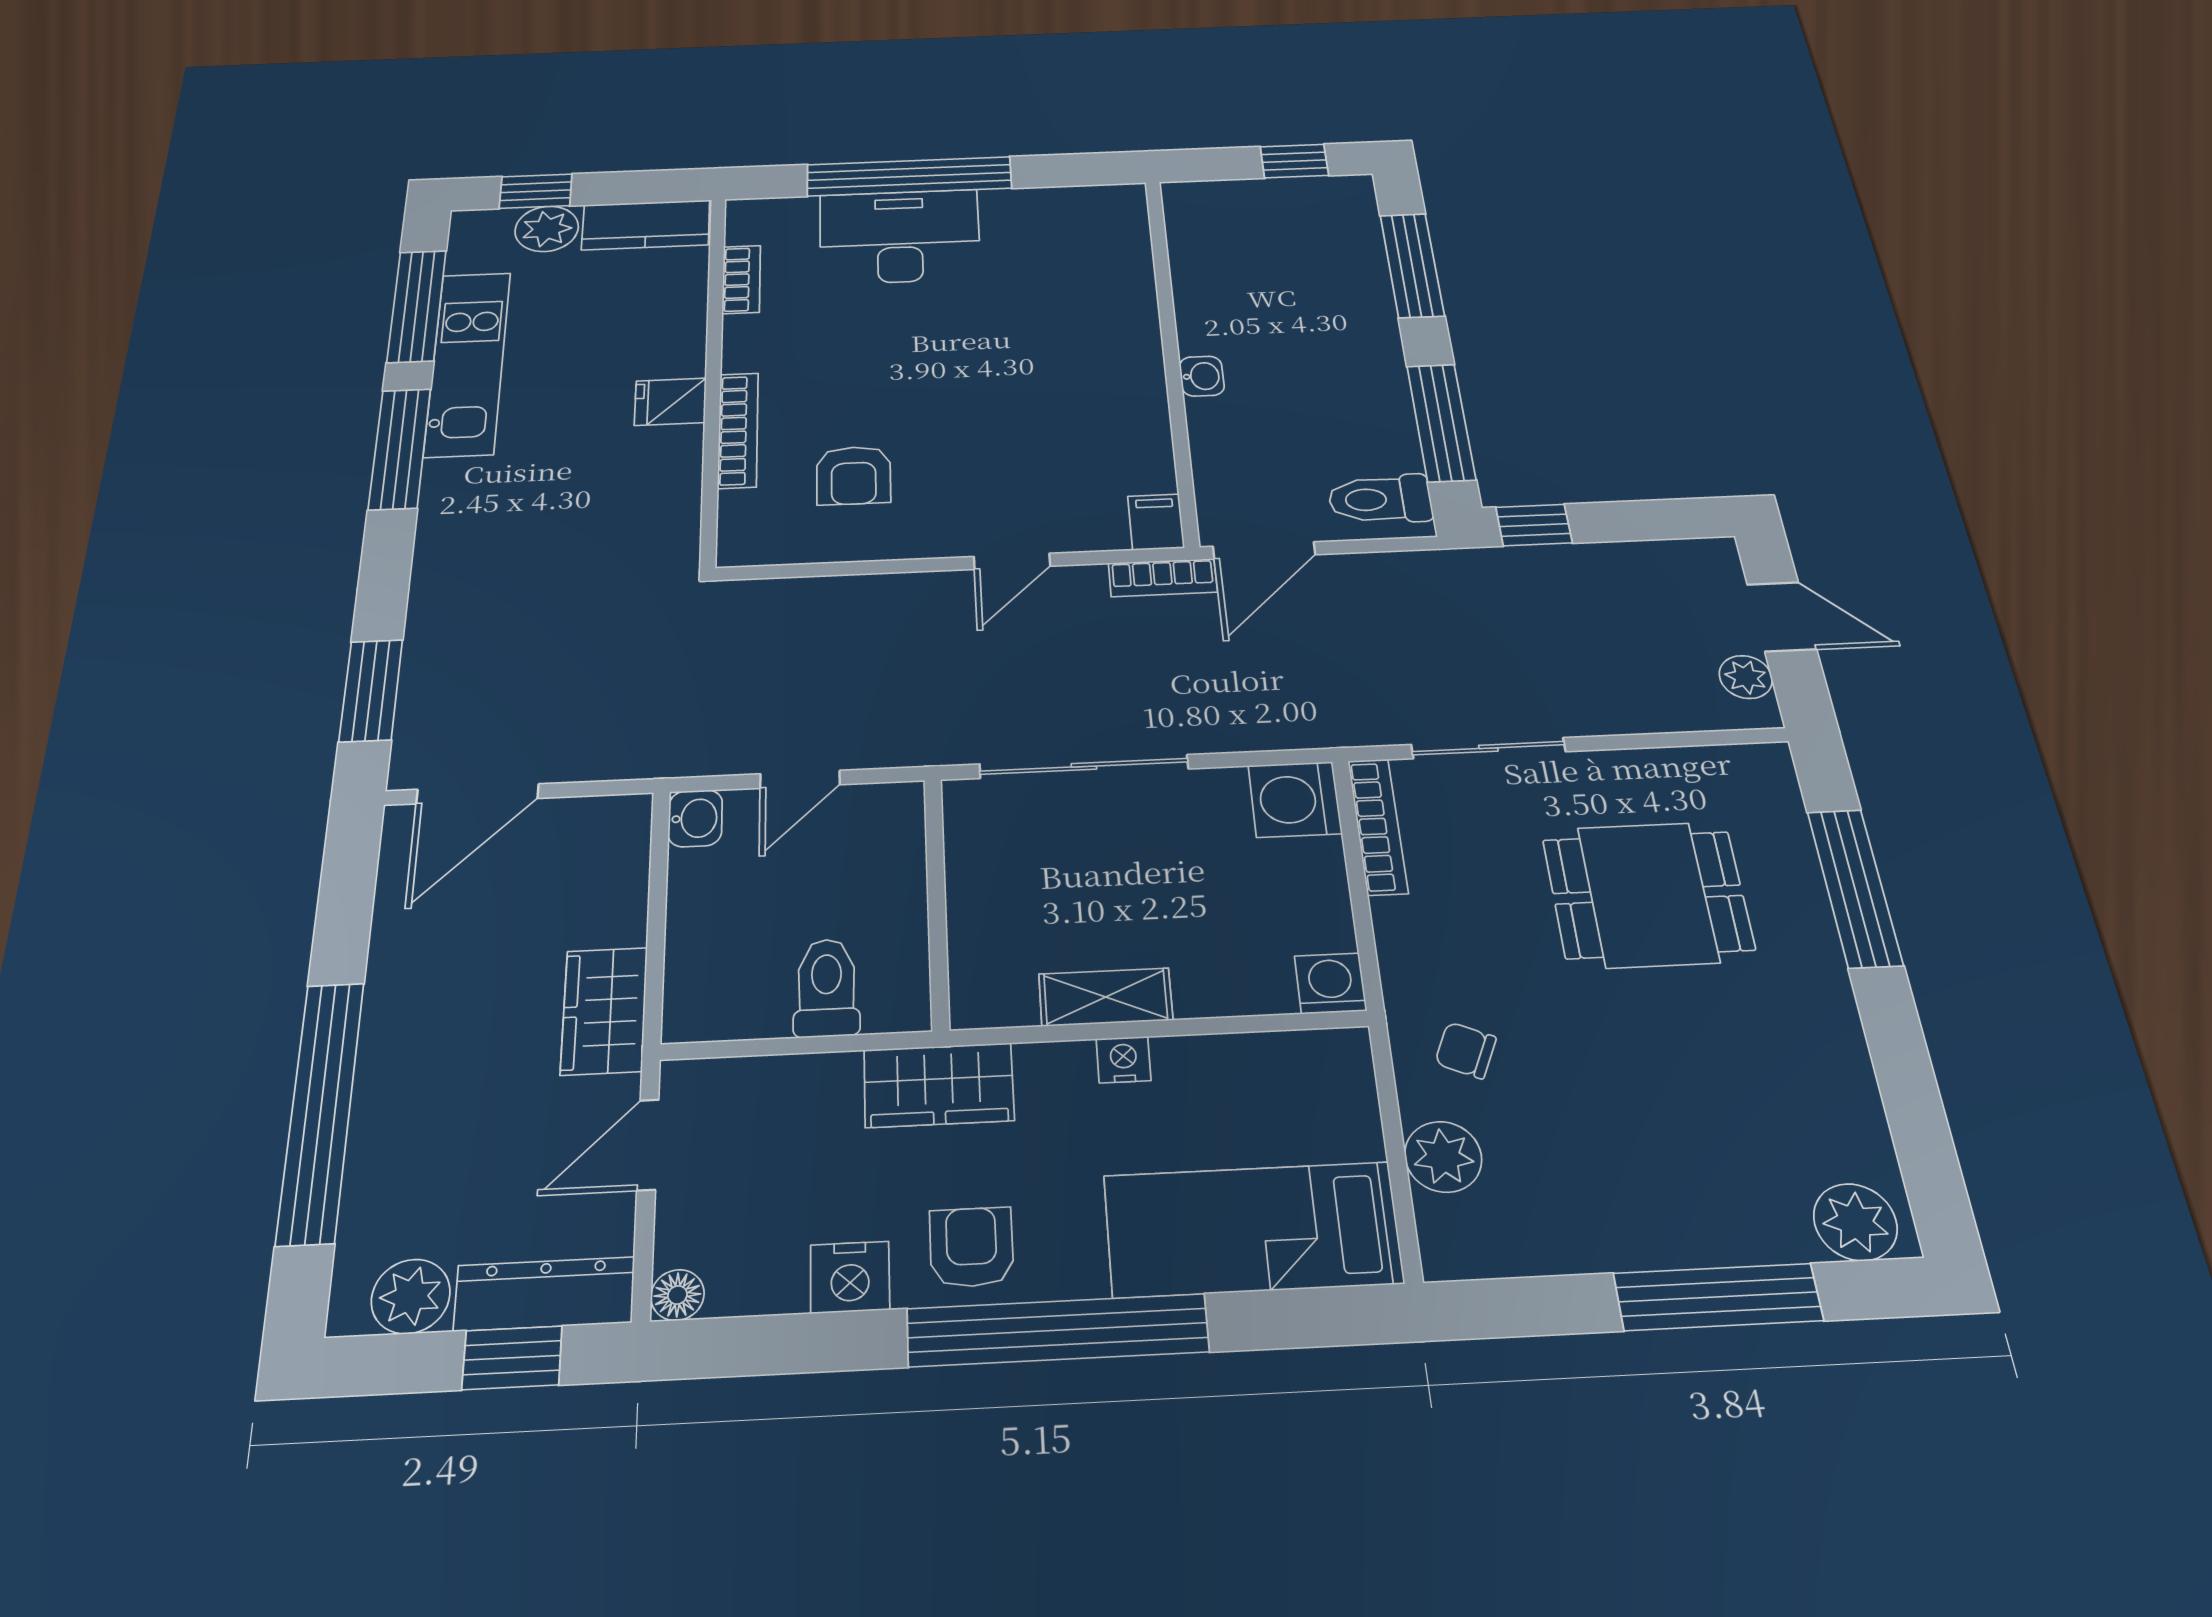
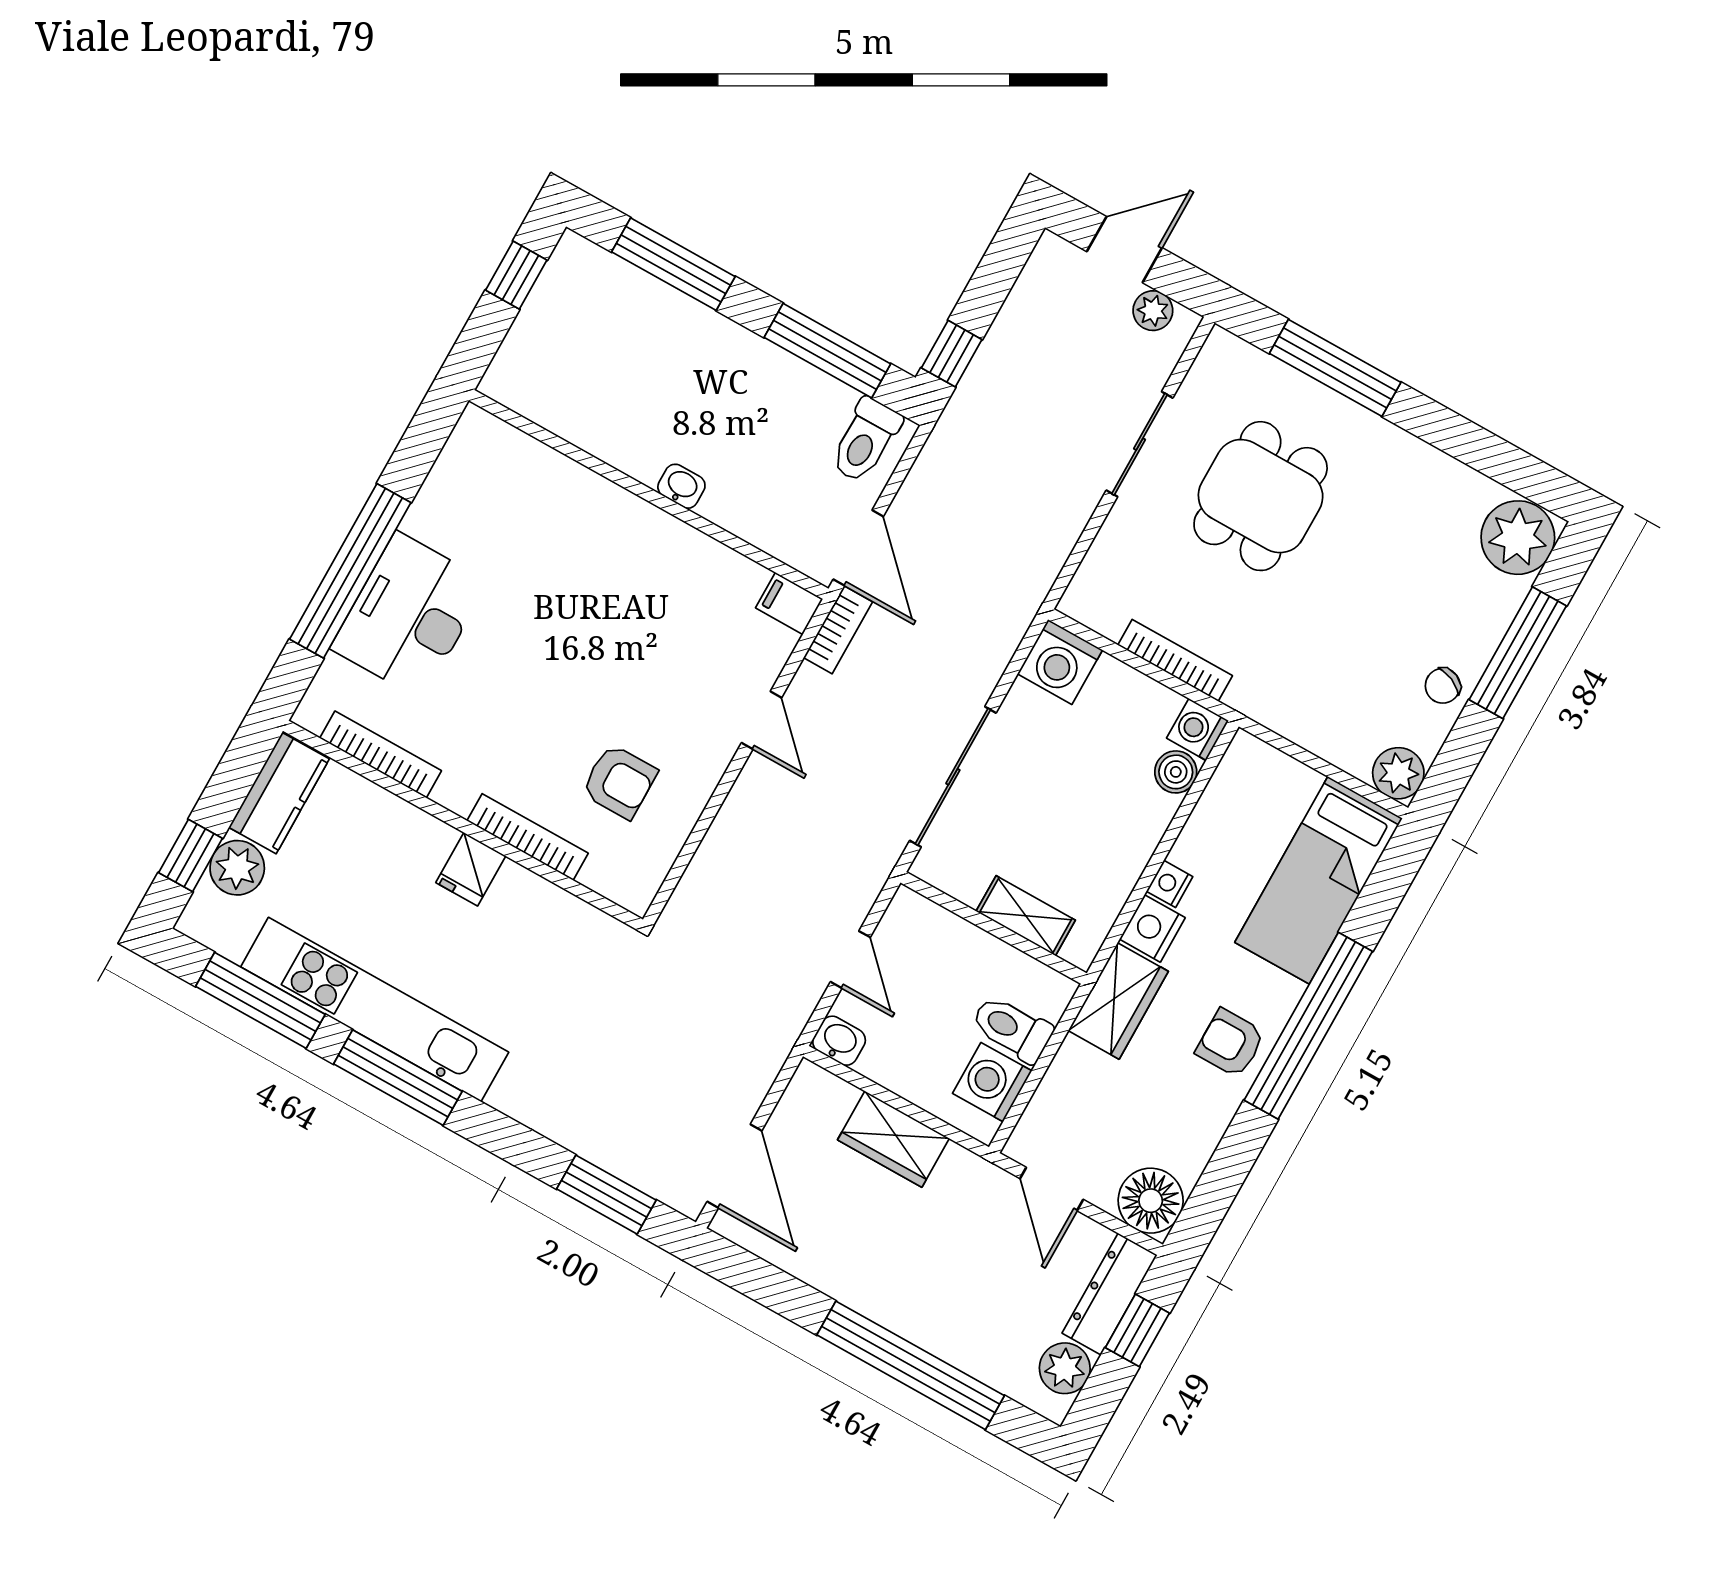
bookcase: (741, 279) -> (381, 754), width x1.56
kitchen unit: (468, 363) -> (375, 1010), width x1.36
sliding door: (1488, 748) -> (1140, 444), moved
bookcase: (1378, 826) -> (1175, 660), moved
boiler: (1263, 989) -> (1176, 772), added
shelving: (1106, 997) -> (1026, 916), moved, turned 90
washing machine: (746, 1003) -> (992, 1082), added
wardrobe: (604, 1011) -> (893, 1139), moved
chair: (1466, 1050) -> (1443, 686), moved
plant: (1443, 1157) -> (1398, 773), moved
plant: (1855, 1222) -> (1518, 538), width x1.36, depth x1.36
nightstand: (850, 1277) -> (1152, 928), moved, turned 180
floor lamp: (677, 1295) -> (1151, 1201), width x1.89, depth x1.89

